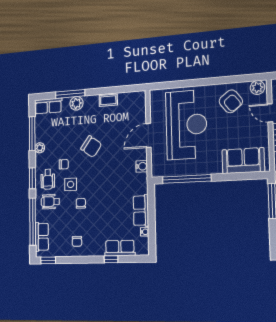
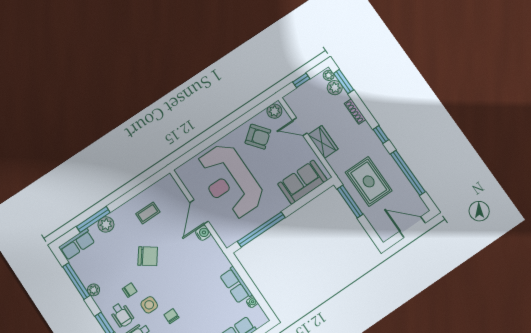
coffee table: (108, 100) -> (148, 213), moved
reception desk: (186, 125) -> (230, 181), turned 180
water cooler: (142, 166) -> (203, 233), moved

